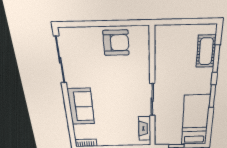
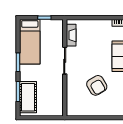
armchair: (116, 43) -> (97, 85), moved, turned -121
cot: (206, 51) -> (28, 97), width x1.37, depth x1.34

